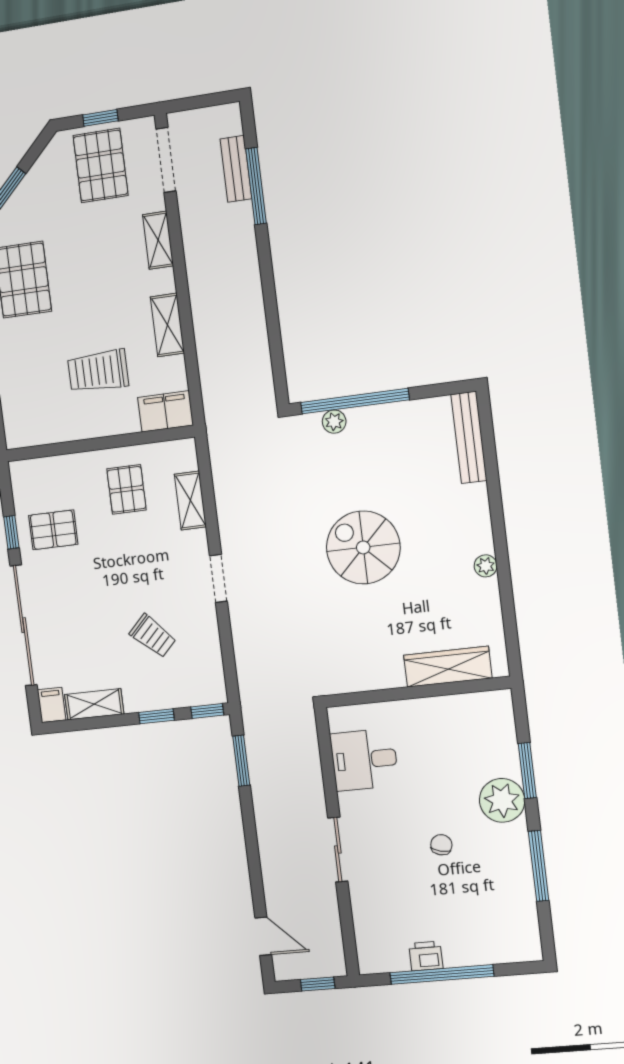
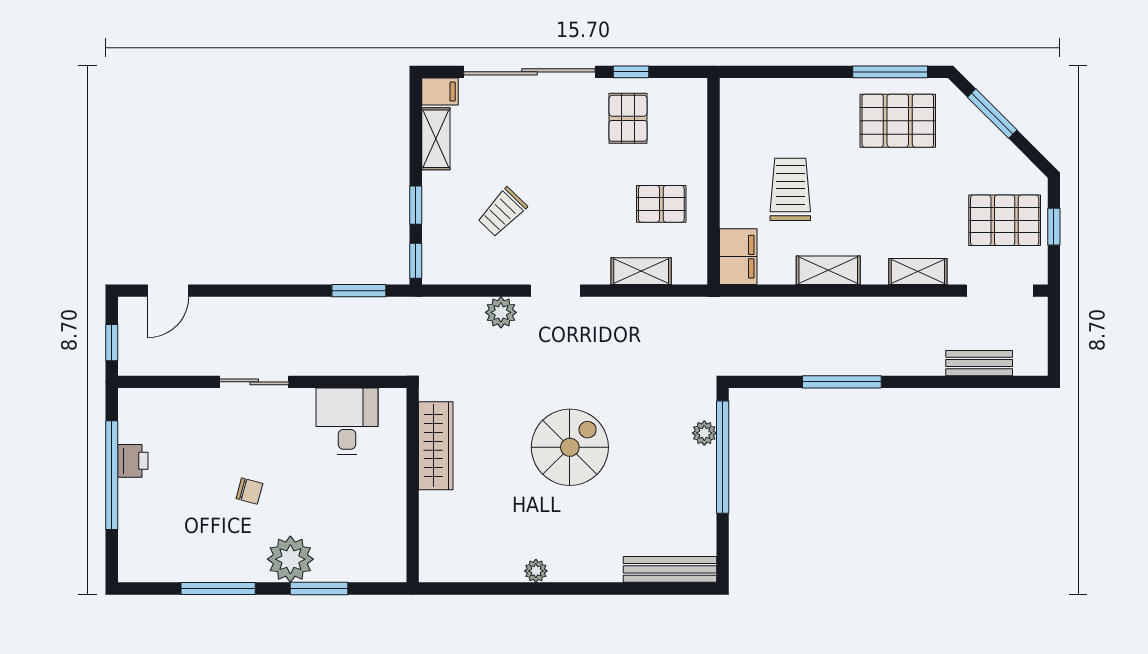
window: (256, 186) -> (842, 382), moved
plant: (245, 627) -> (501, 312), added
wardrobe: (448, 667) -> (436, 446), moved

